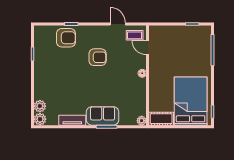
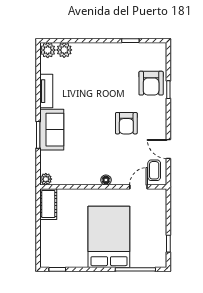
door: (118, 24) -> (168, 149), swing flipped
bed: (191, 101) -> (109, 237), moved, turned -90

